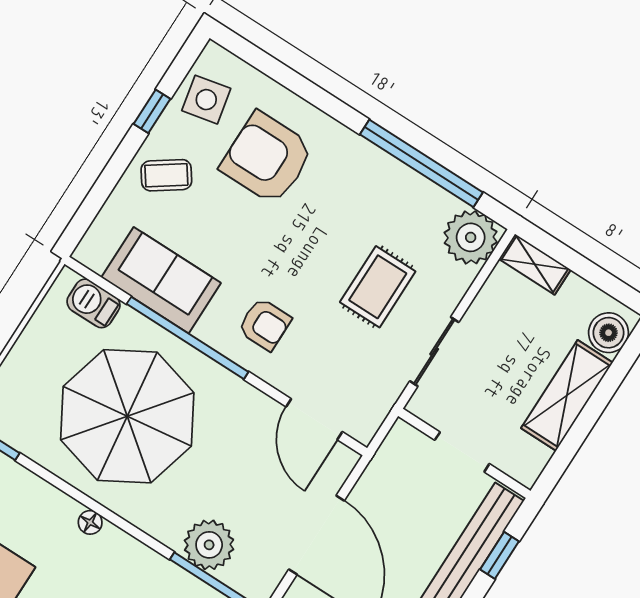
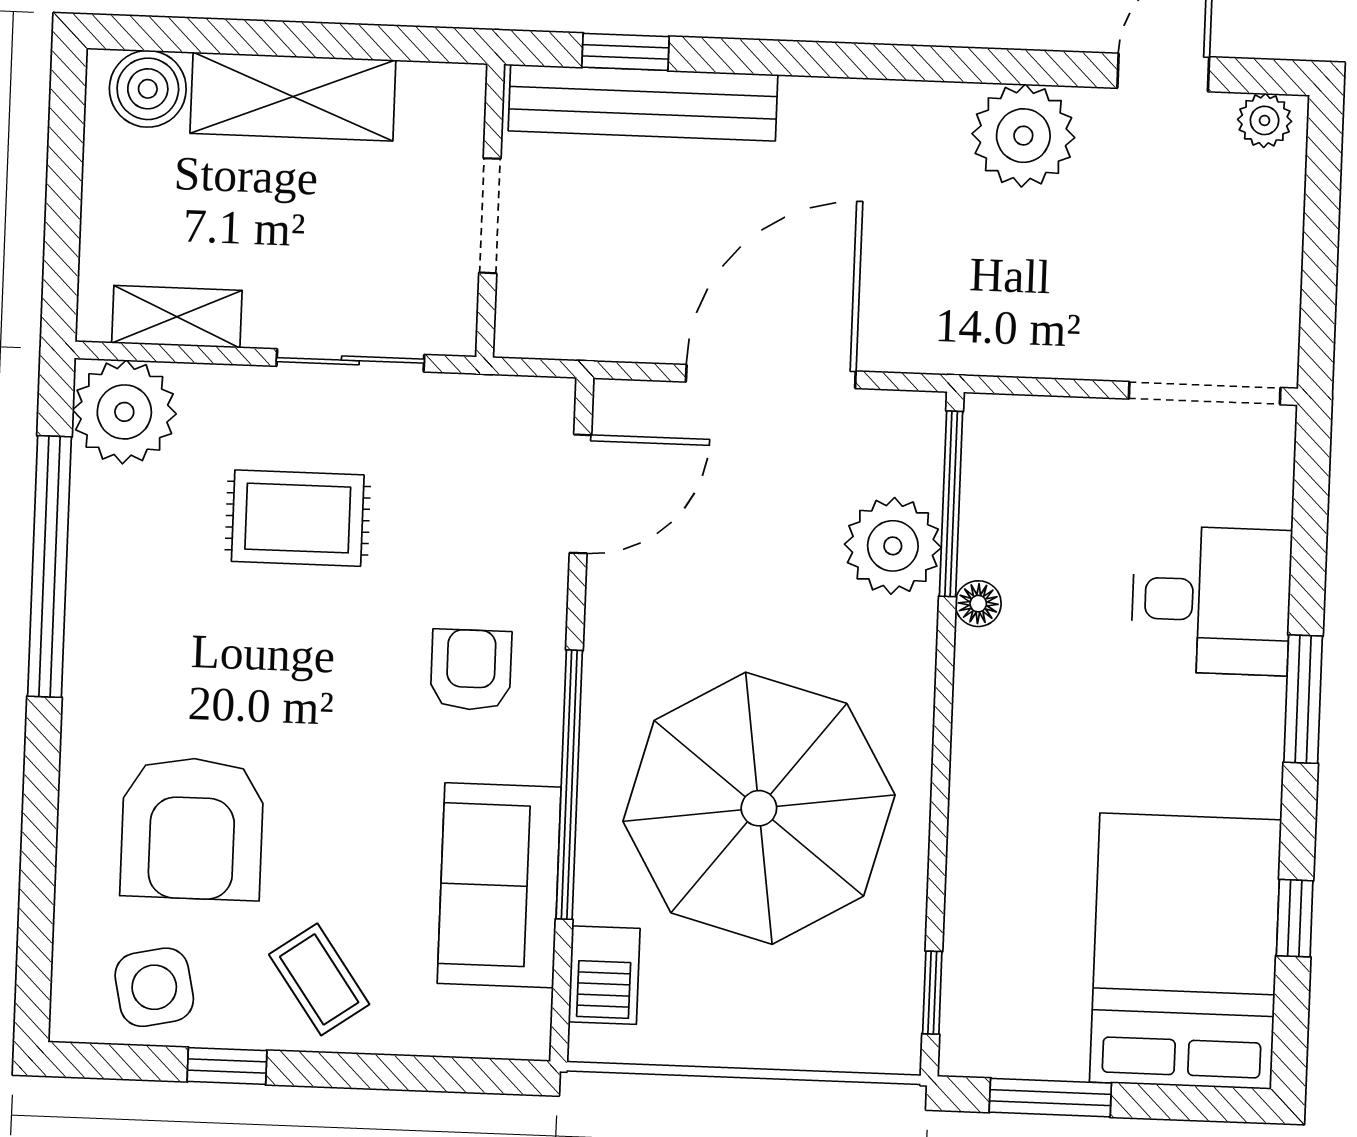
shelving: (535, 264) -> (177, 317), moved, turned 90
floor lamp: (90, 522) -> (978, 604), moved

